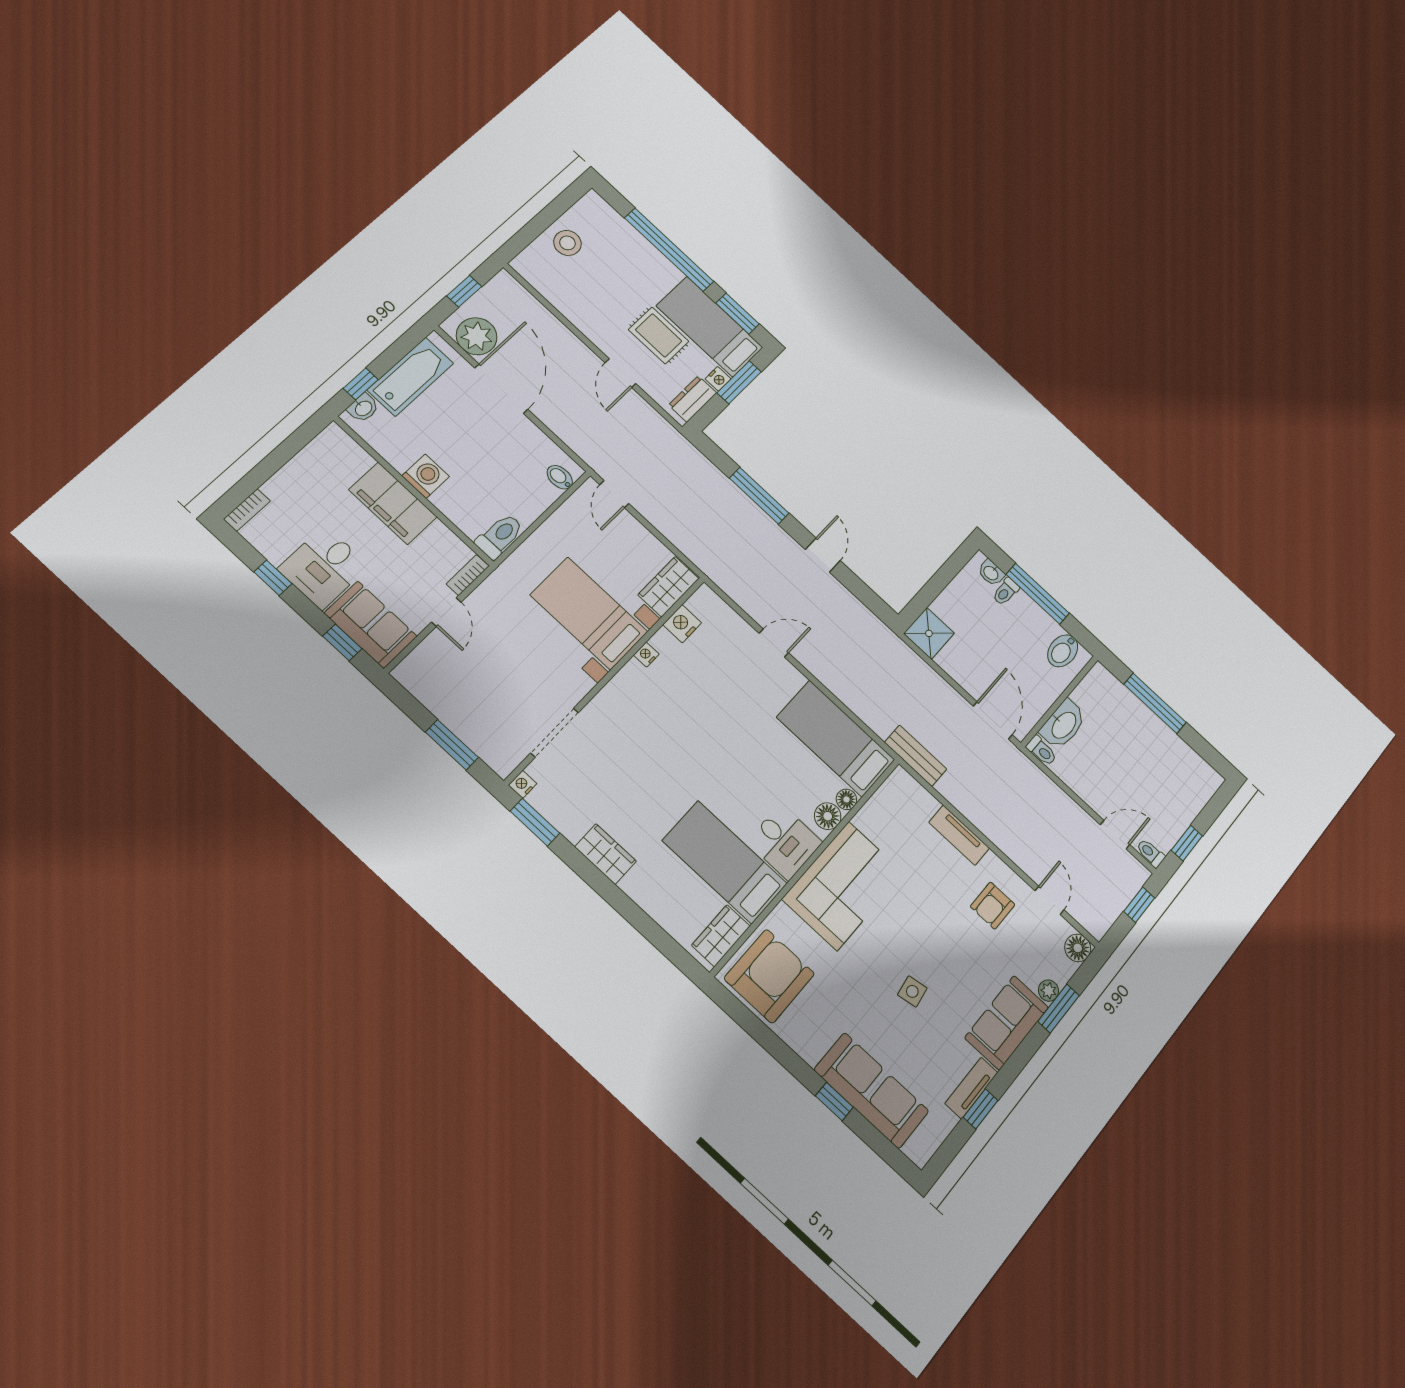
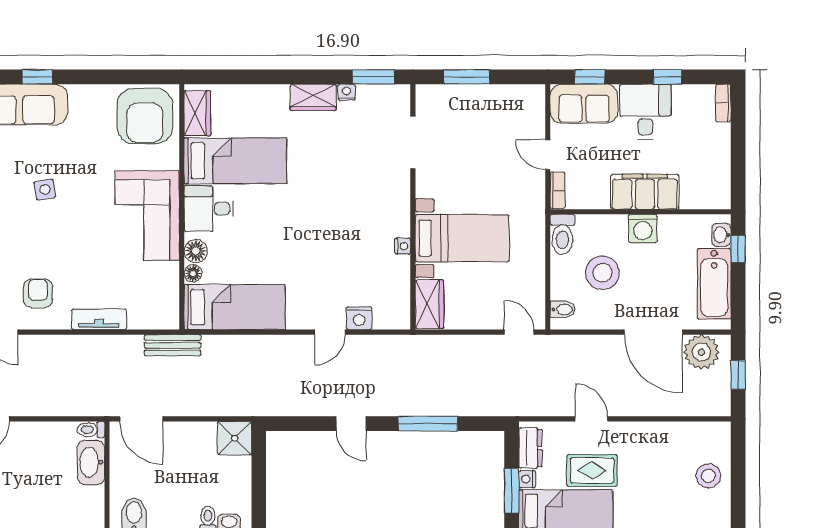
stool: (497, 474) -> (602, 273), added
nightstand: (682, 624) -> (359, 318), moved, turned 90
nightstand: (523, 784) -> (347, 92), moved, turned -90

